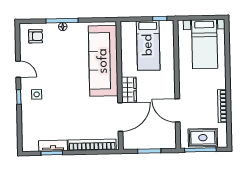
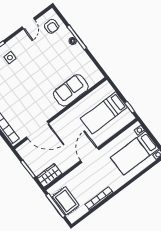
sofa: (103, 61) -> (71, 90), width x0.54, depth x0.79
door: (18, 69) -> (29, 23), moved
wardrobe: (129, 90) -> (49, 175), moved, turned 180
door: (177, 110) -> (90, 155), moved

